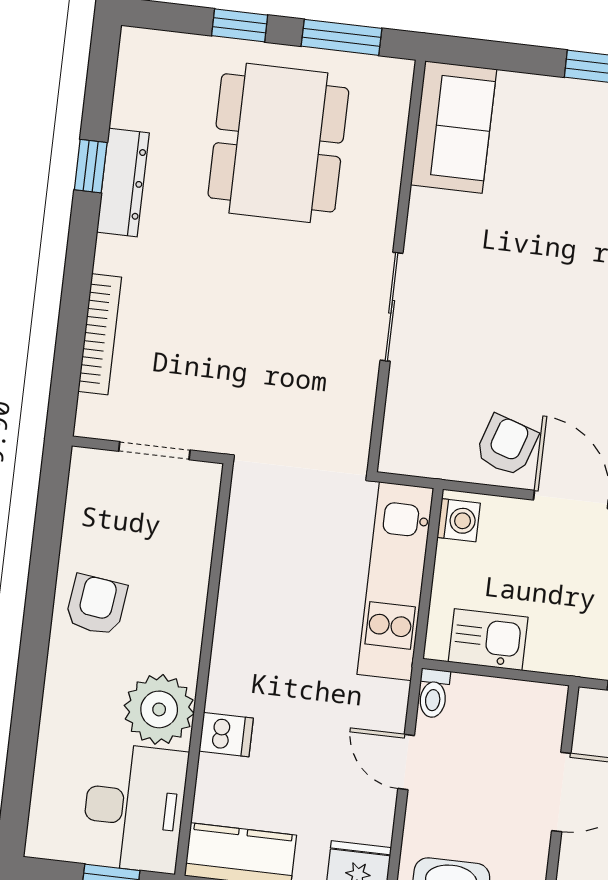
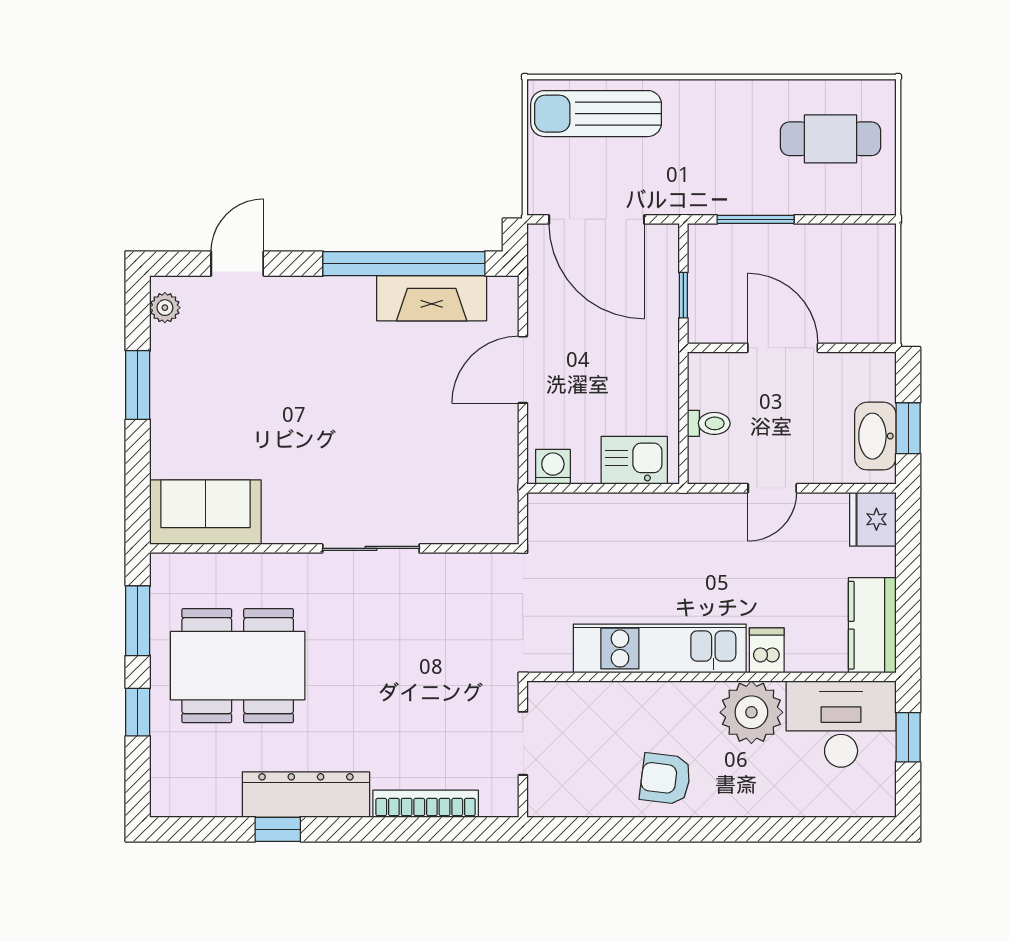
dresser: (123, 183) -> (306, 795), width x1.37, depth x1.24
armchair: (507, 445) -> (482, 432), removed
kitchen unit: (395, 581) -> (660, 648), moved, turned 180
kitchen sink: (488, 640) -> (634, 460), moved, turned 90
toilet: (433, 693) -> (709, 423), moved

